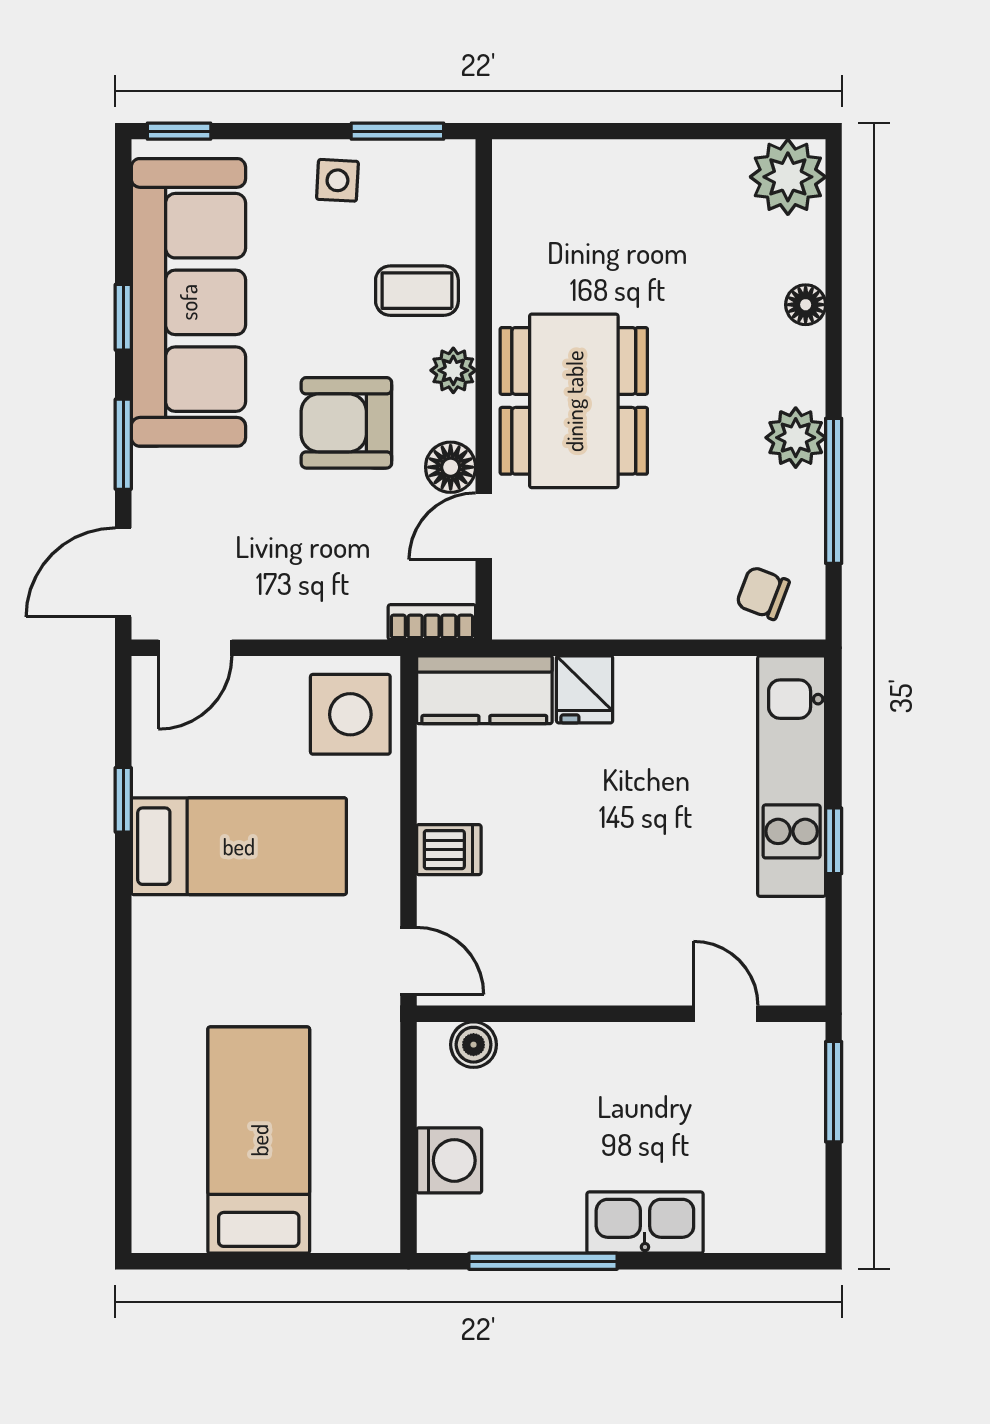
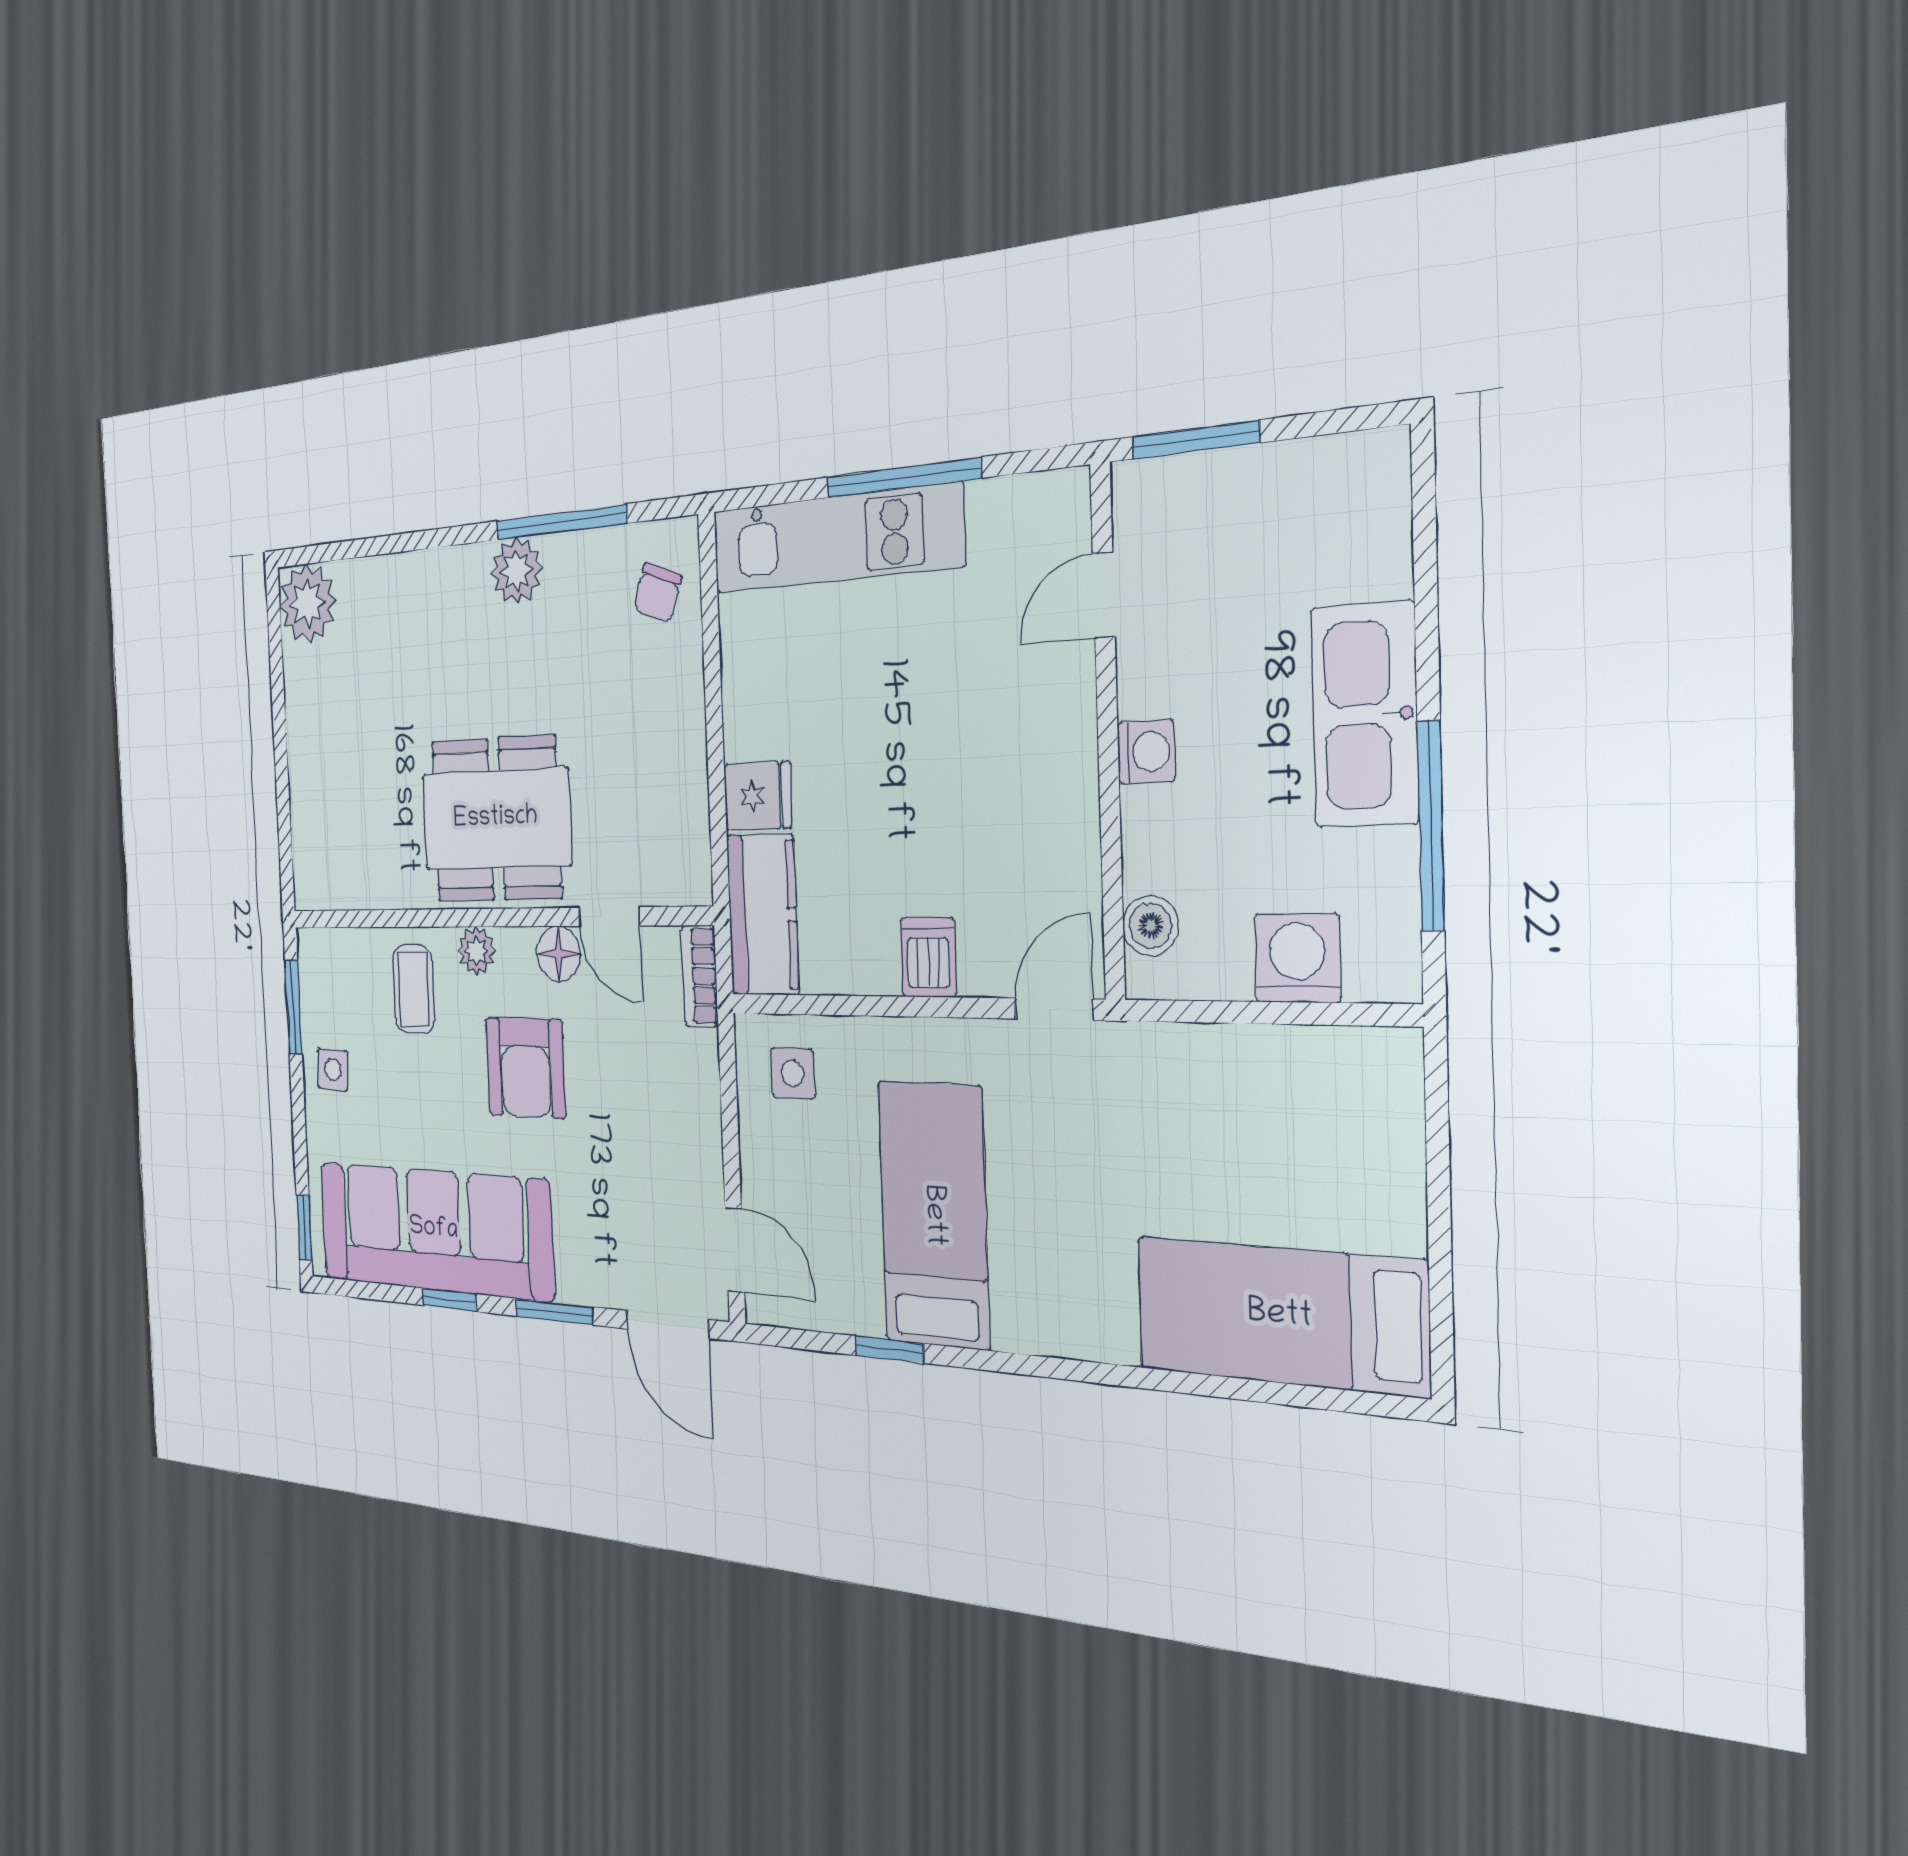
floor lamp: (806, 305) -> (406, 573), removed
side table: (350, 714) -> (793, 1073), width x0.54, depth x0.54
window: (834, 841) -> (903, 478), width x2.17
washing machine: (605, 1045) -> (1146, 752), added
bed: (259, 1140) -> (1280, 1316), moved
kitchen sink: (645, 1223) -> (1365, 715), width x1.36, depth x1.24

